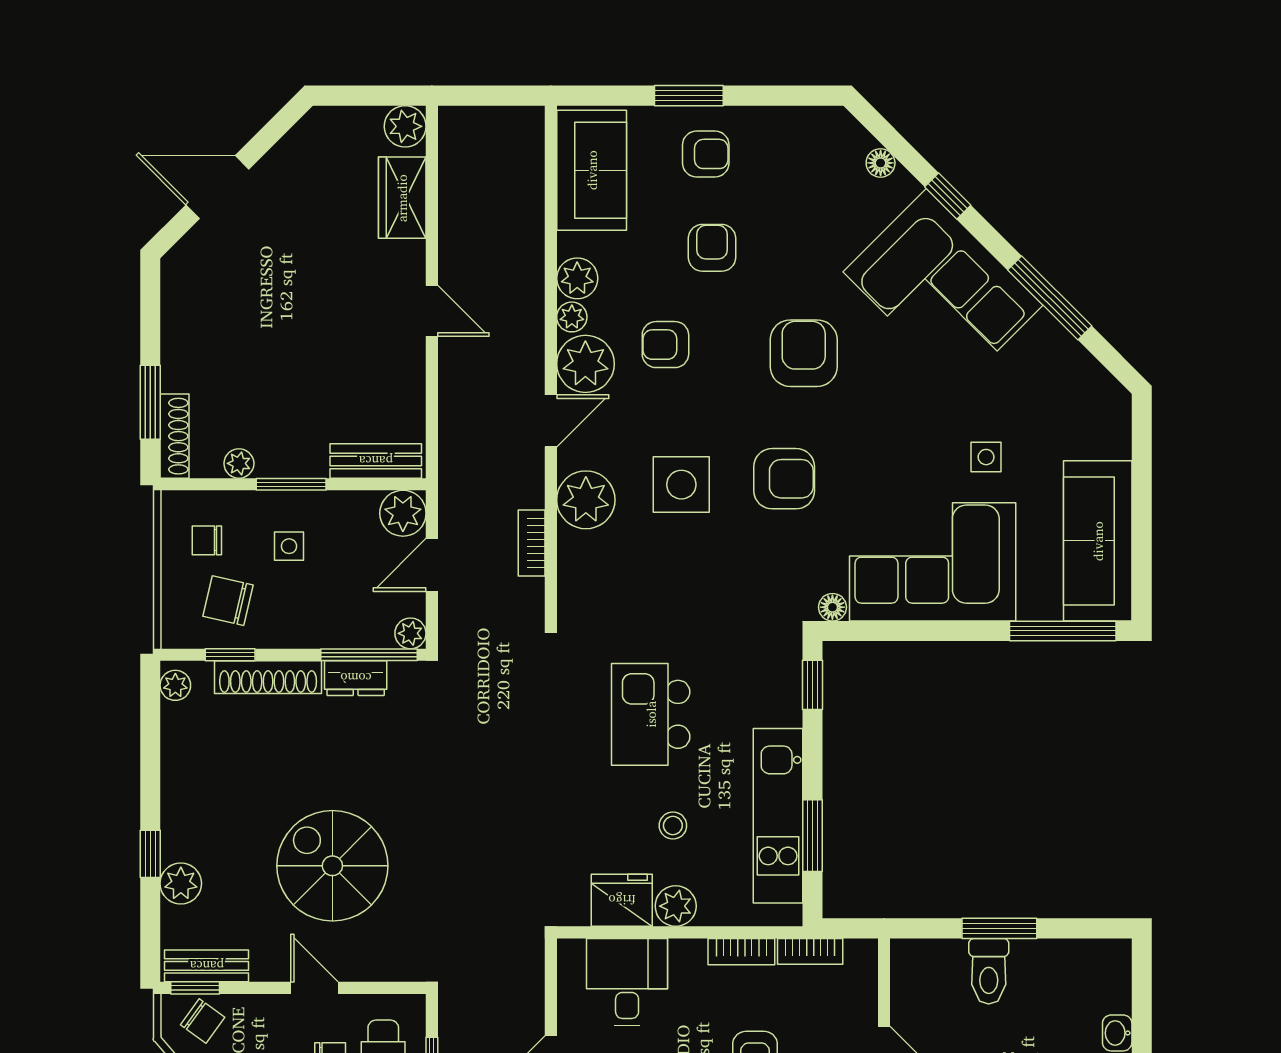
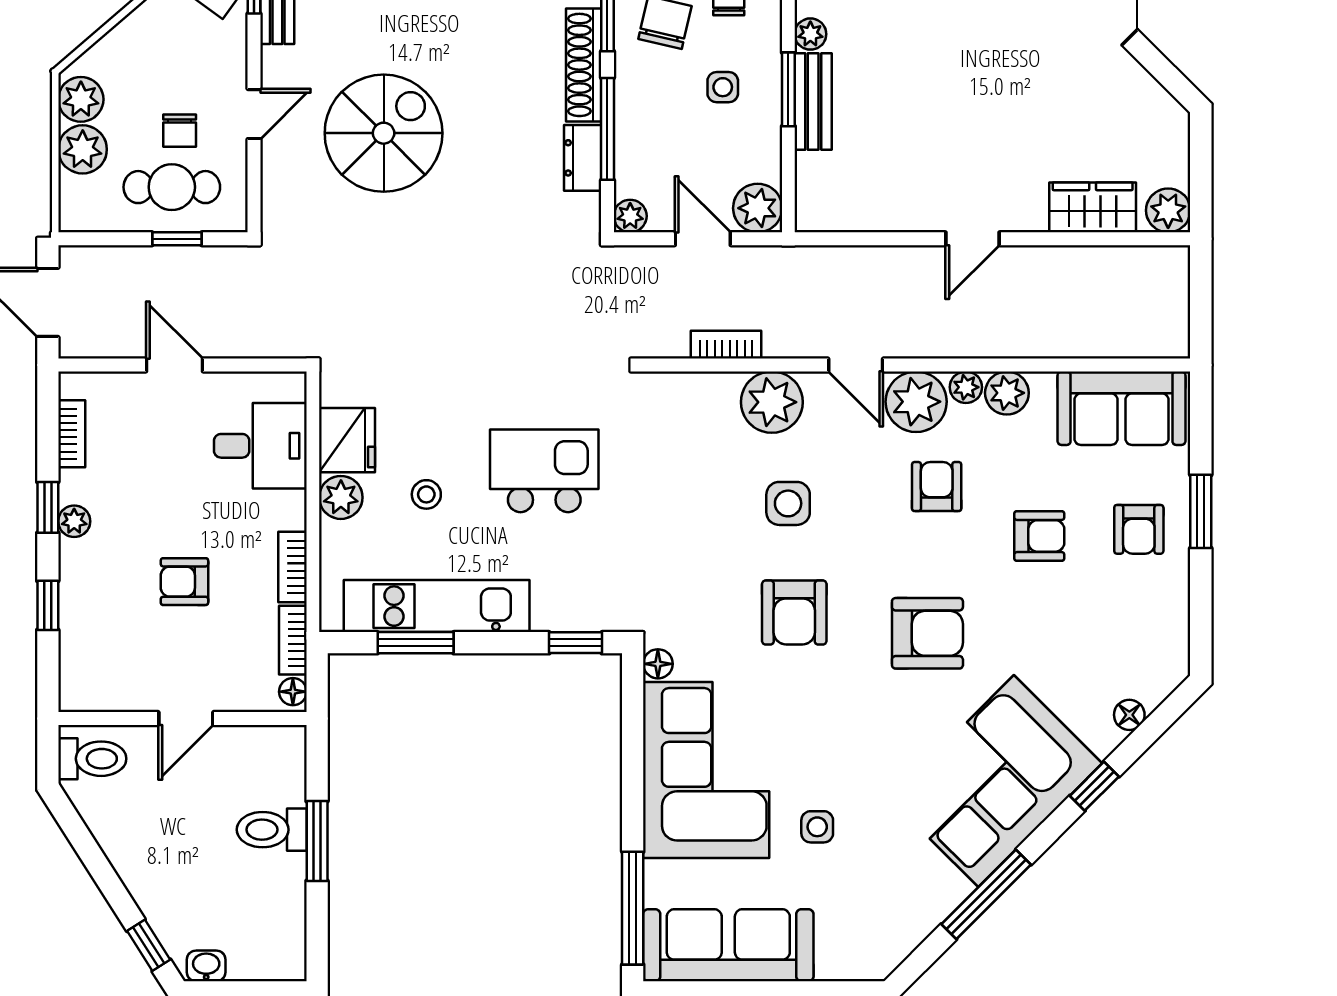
bench: (376, 461) -> (813, 101), moved
side table: (681, 485) -> (788, 503), width x0.73, depth x0.73
window: (369, 655) -> (607, 129), moved
floor lamp: (859, 951) -> (293, 692), added

